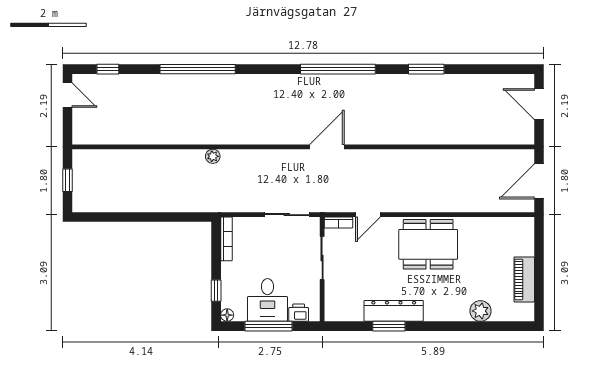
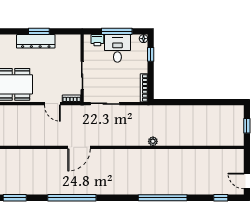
door: (368, 215) -> (52, 104), swing flipped

